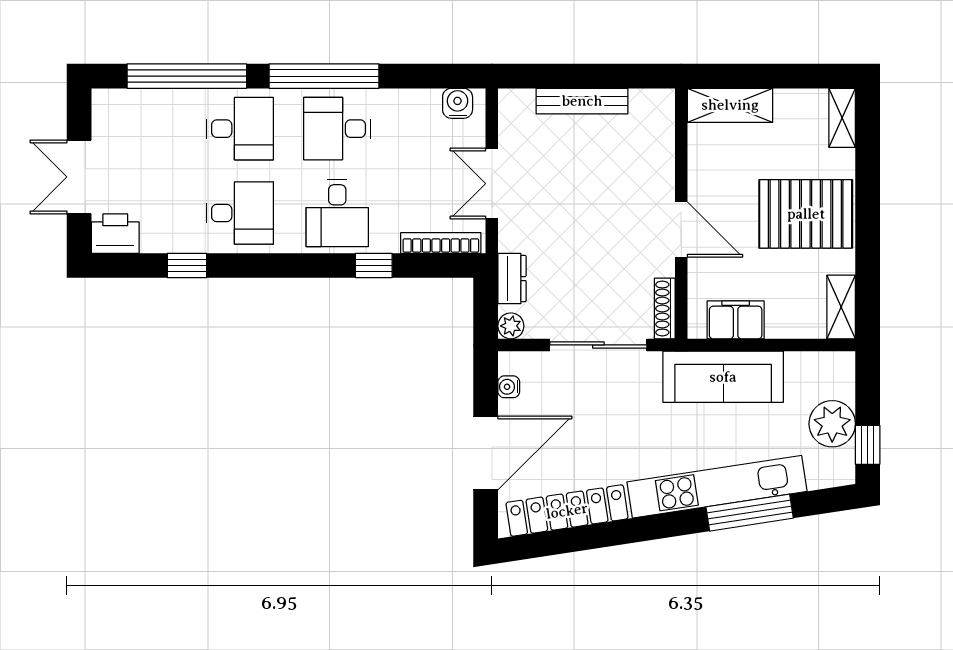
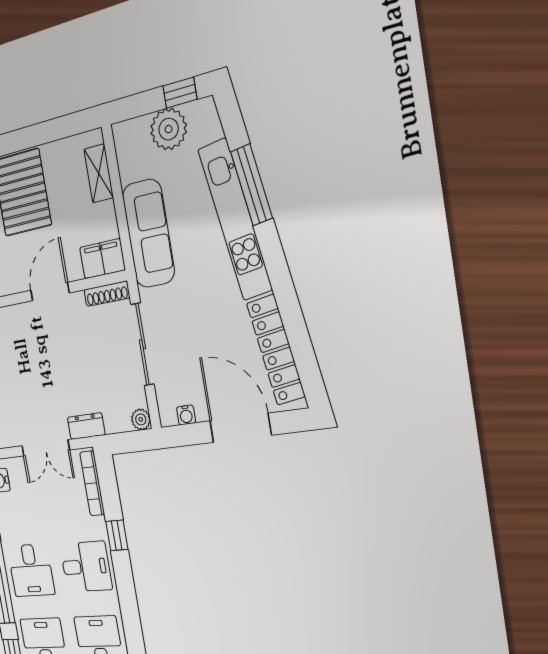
dresser: (512, 279) -> (86, 426), moved
shelving: (841, 307) -> (99, 173), moved, turned 90
filing cabinet: (736, 320) -> (102, 259), moved, turned 90

